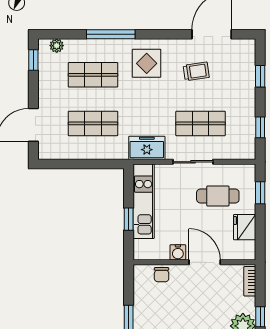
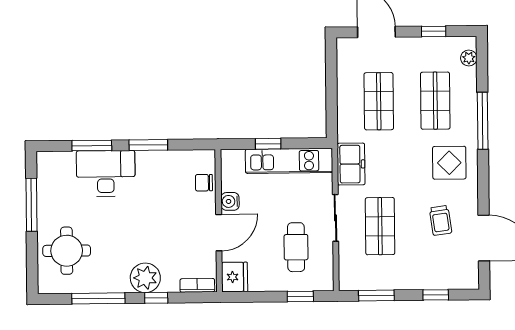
window: (33, 60) -> (434, 31), moved
window: (260, 127) -> (376, 295), width x1.50
fridge: (245, 227) -> (235, 277), moved, turned 90

